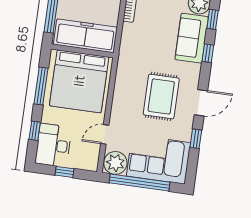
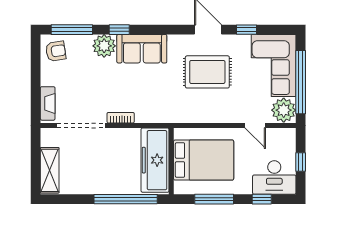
window: (208, 53) -> (155, 30), removed
bed: (79, 81) -> (204, 160), width x0.73

